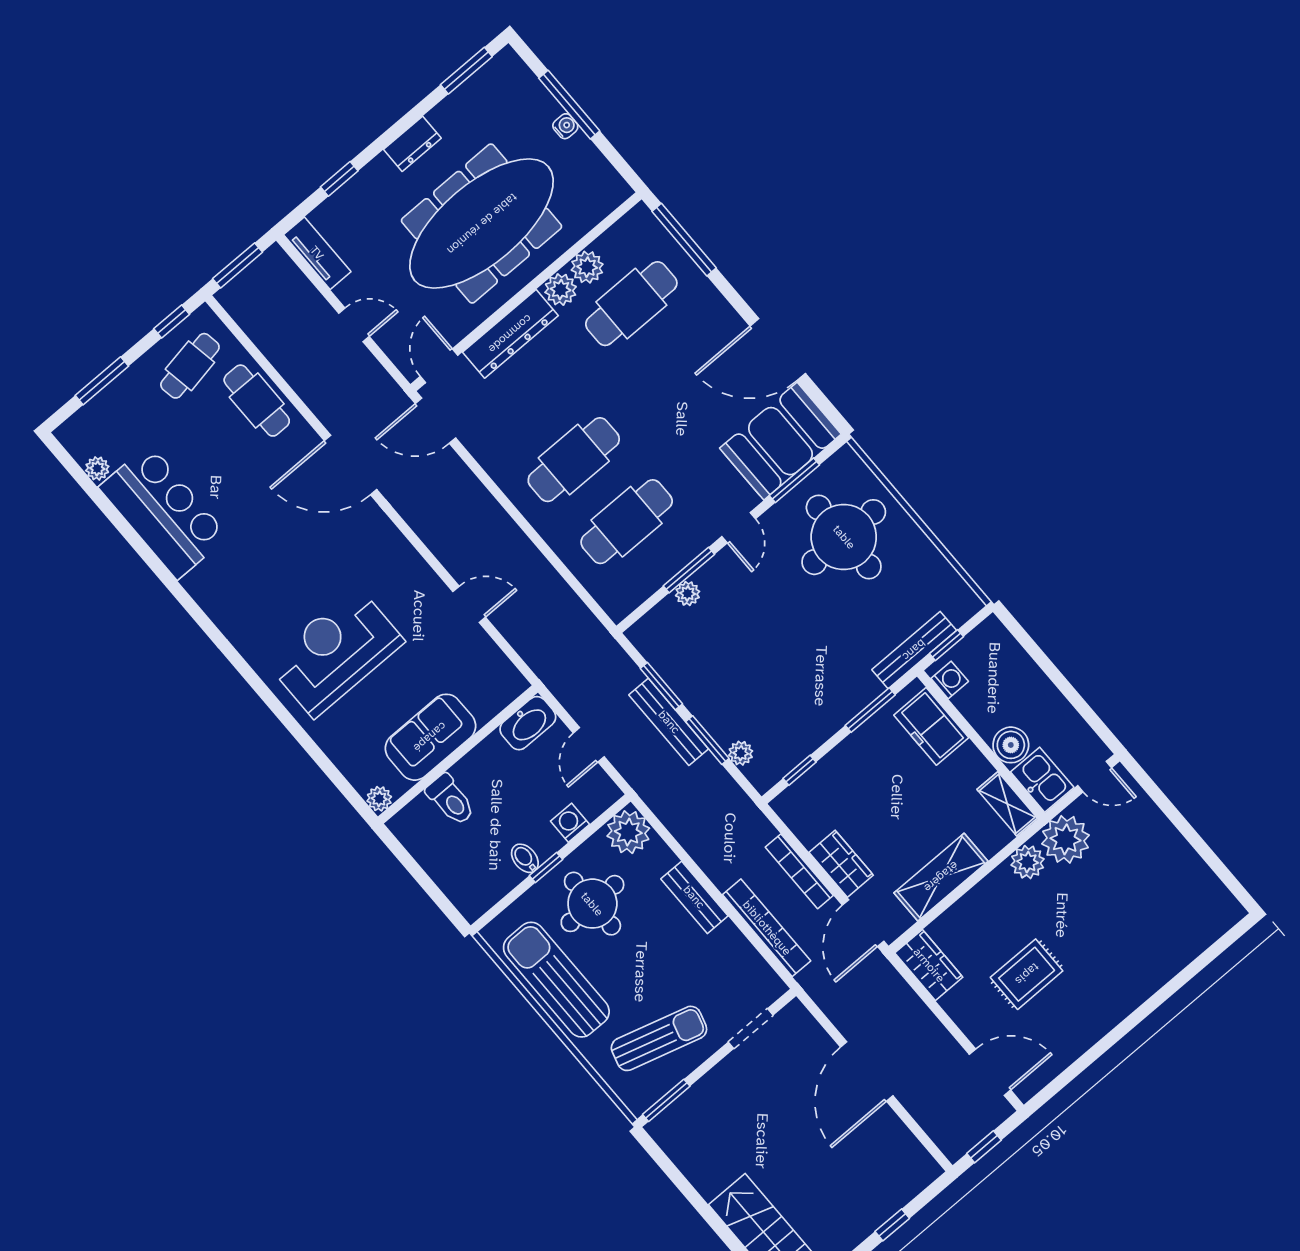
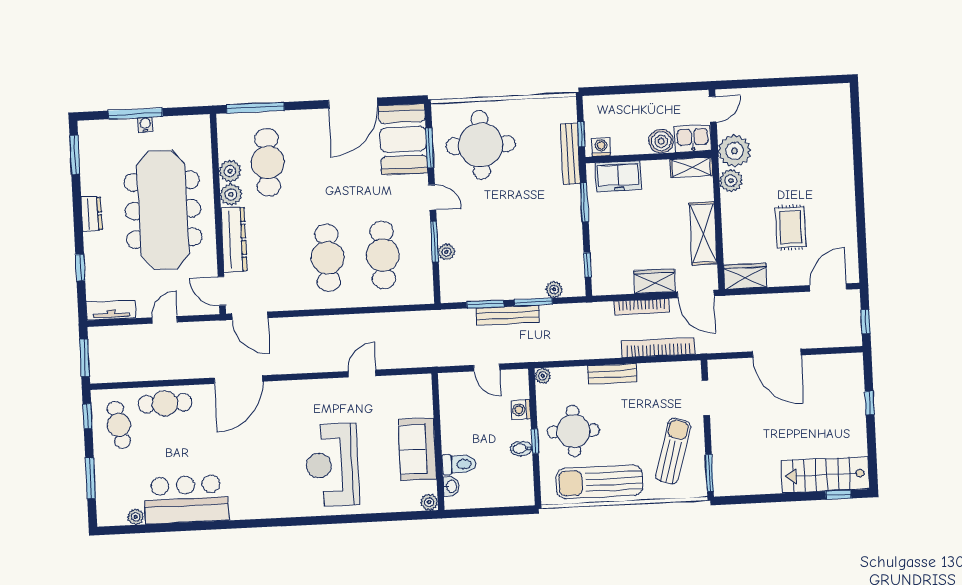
door: (436, 421) -> (250, 316), hinge flipped
washbasin: (528, 723) -> (451, 486), moved, width x0.52, depth x0.69
plant: (628, 832) -> (543, 376), width x0.53, depth x0.53

